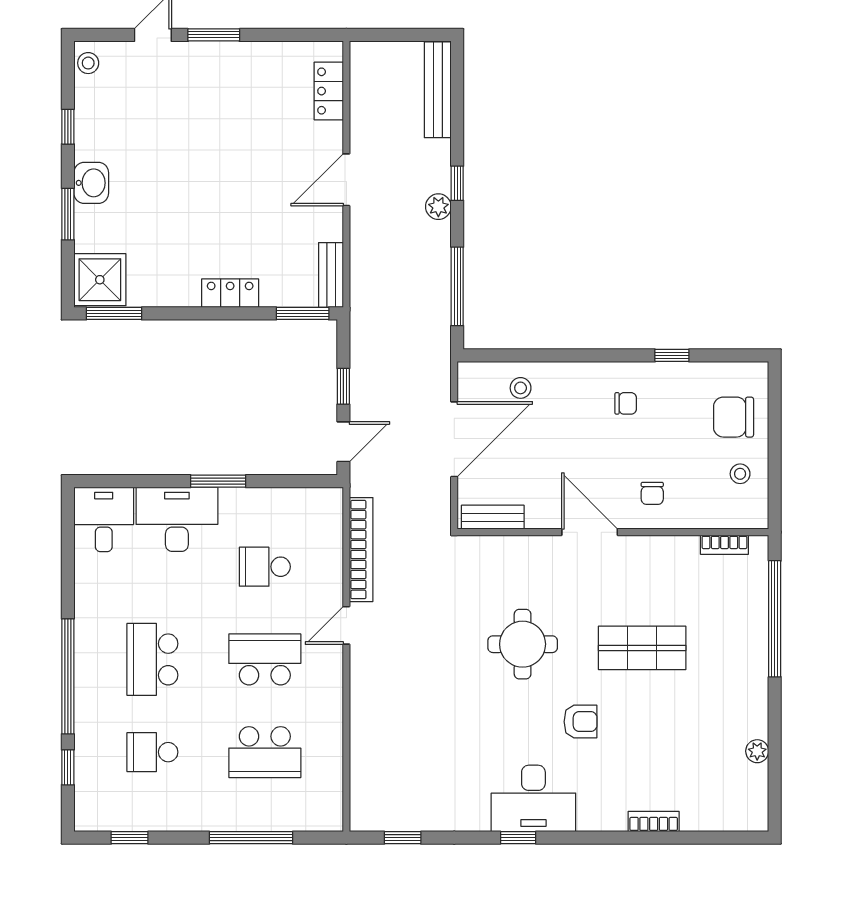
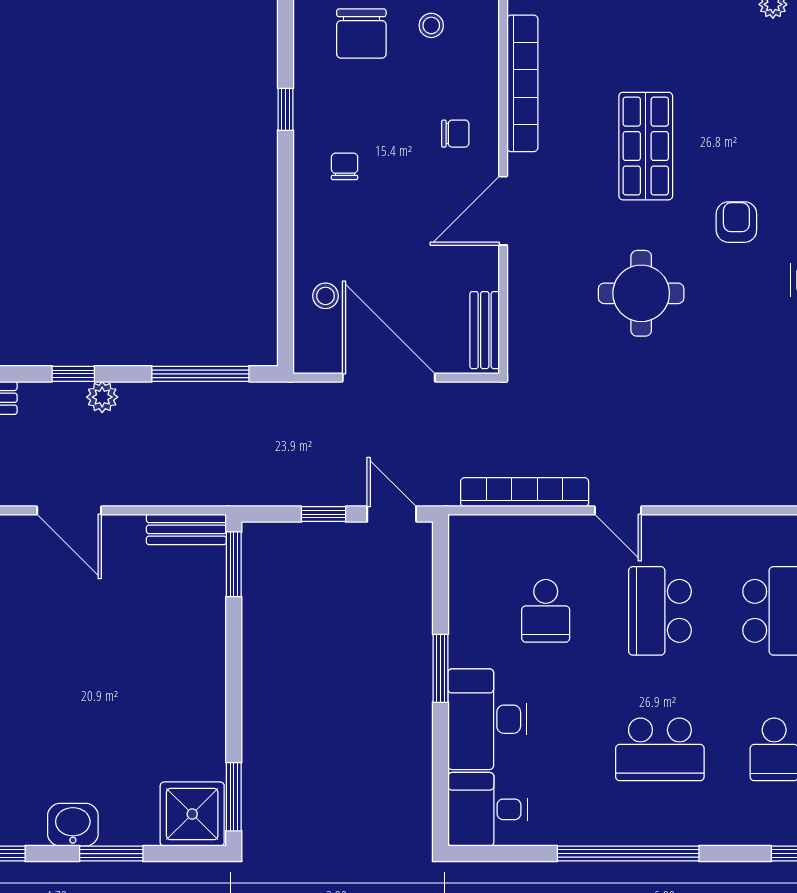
locker: (230, 293) -> (209, 654), removed
bookcase: (724, 545) -> (522, 83), width x2.31, depth x1.31
window: (68, 676) -> (628, 854), moved

